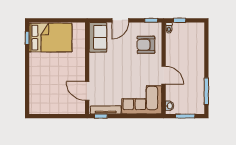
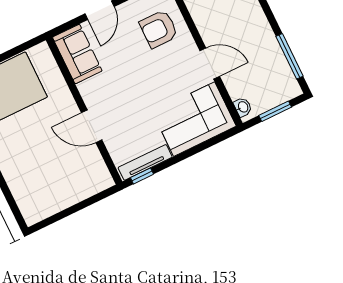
door: (87, 91) -> (92, 126), moved

